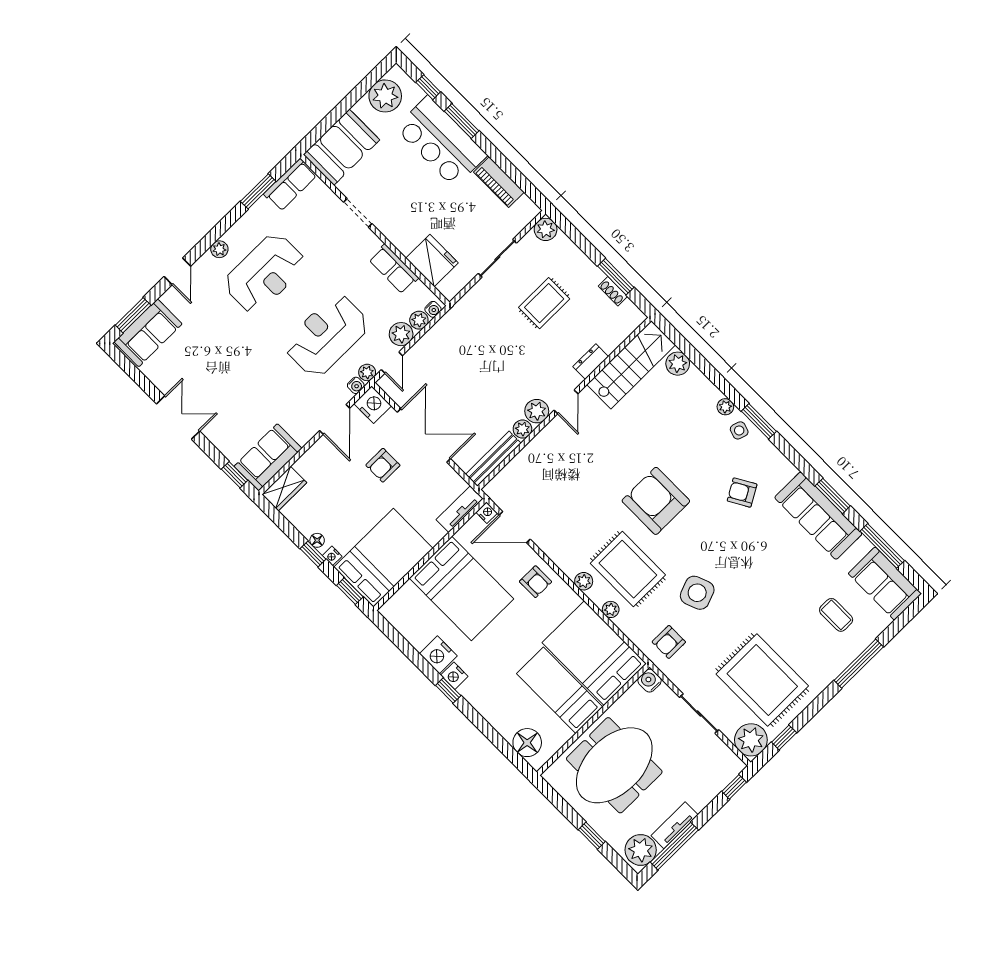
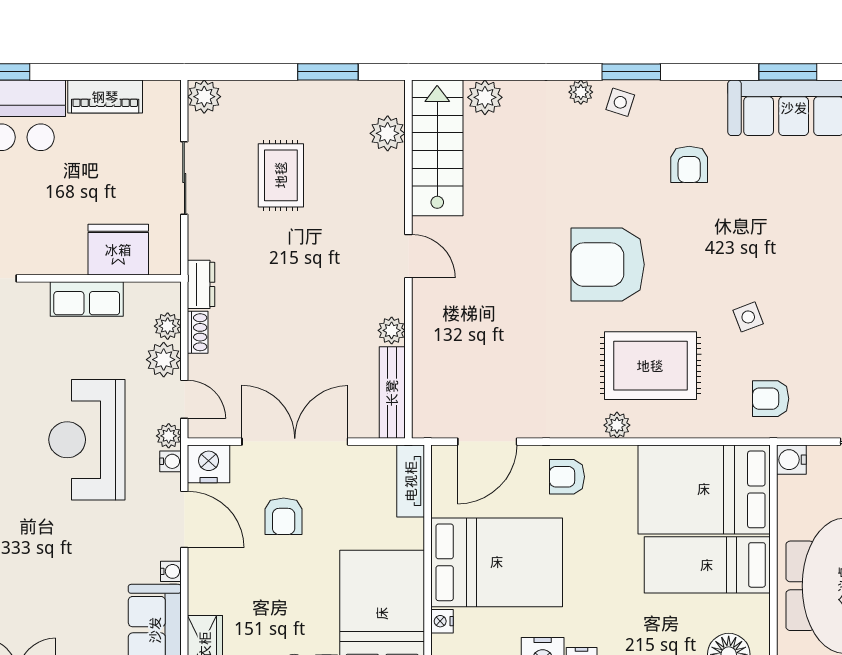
shoe rack: (613, 291) -> (198, 332), moved, turned -90
water cooler: (433, 309) -> (171, 571), moved
dresser: (591, 362) -> (201, 284), moved, turned 180
plant: (537, 411) -> (388, 133), moved
armchair: (742, 493) -> (689, 164), turned -60
nightstand: (487, 513) -> (442, 621), moved, turned -90
armchair: (535, 582) -> (567, 477), turned 180
side table: (697, 593) -> (748, 317), width x0.54, depth x0.54
plant: (611, 609) -> (675, 426), removed
armchair: (669, 642) -> (771, 399), turned 90

